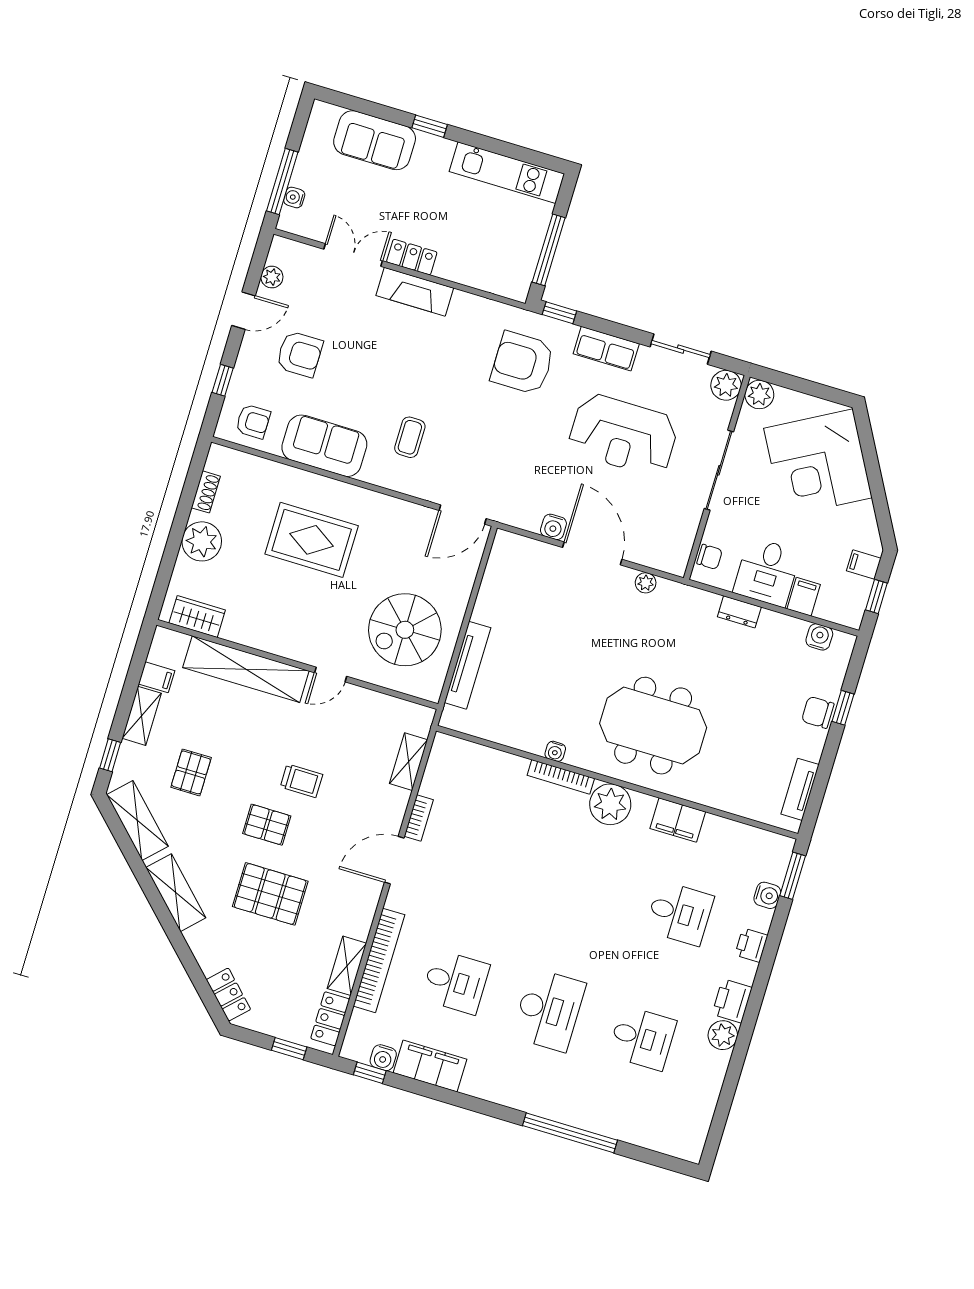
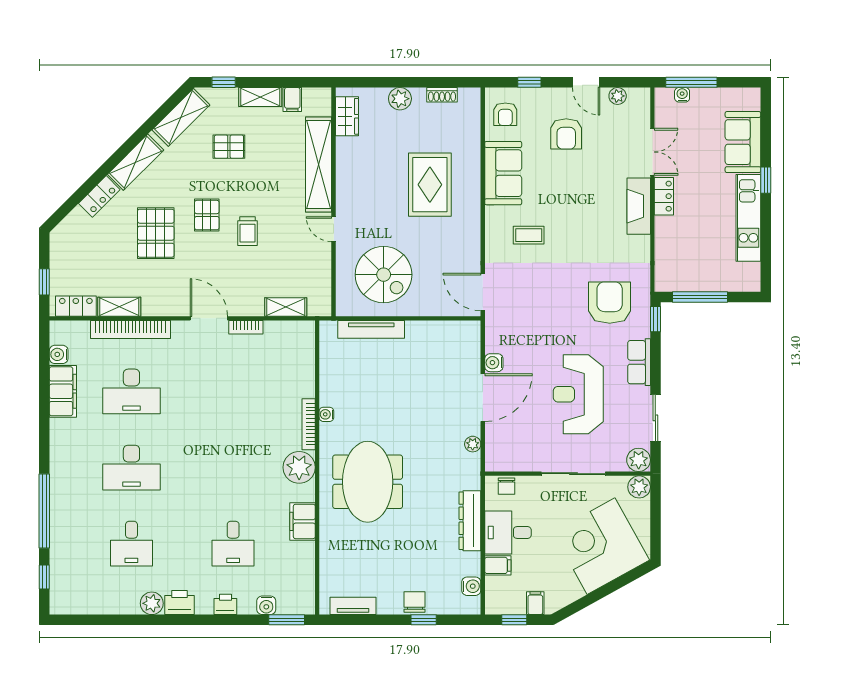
kitchen unit: (507, 173) -> (748, 218), moved
plant: (202, 541) -> (400, 99), width x0.73, depth x0.73
dresser: (739, 612) -> (470, 521), width x1.96, depth x1.24
spiral stairs: (405, 630) -> (384, 275), turned 180
desk: (455, 982) -> (131, 391), width x1.37
locker: (228, 995) -> (99, 196), moved
window: (370, 1073) -> (44, 577), moved

